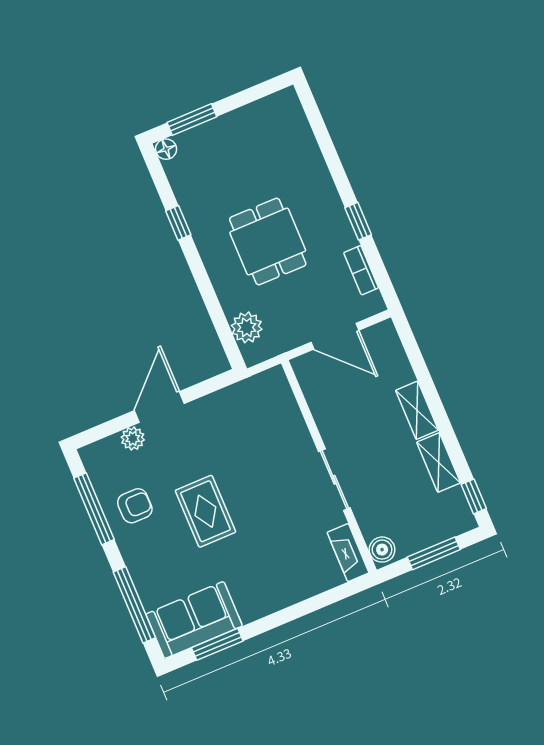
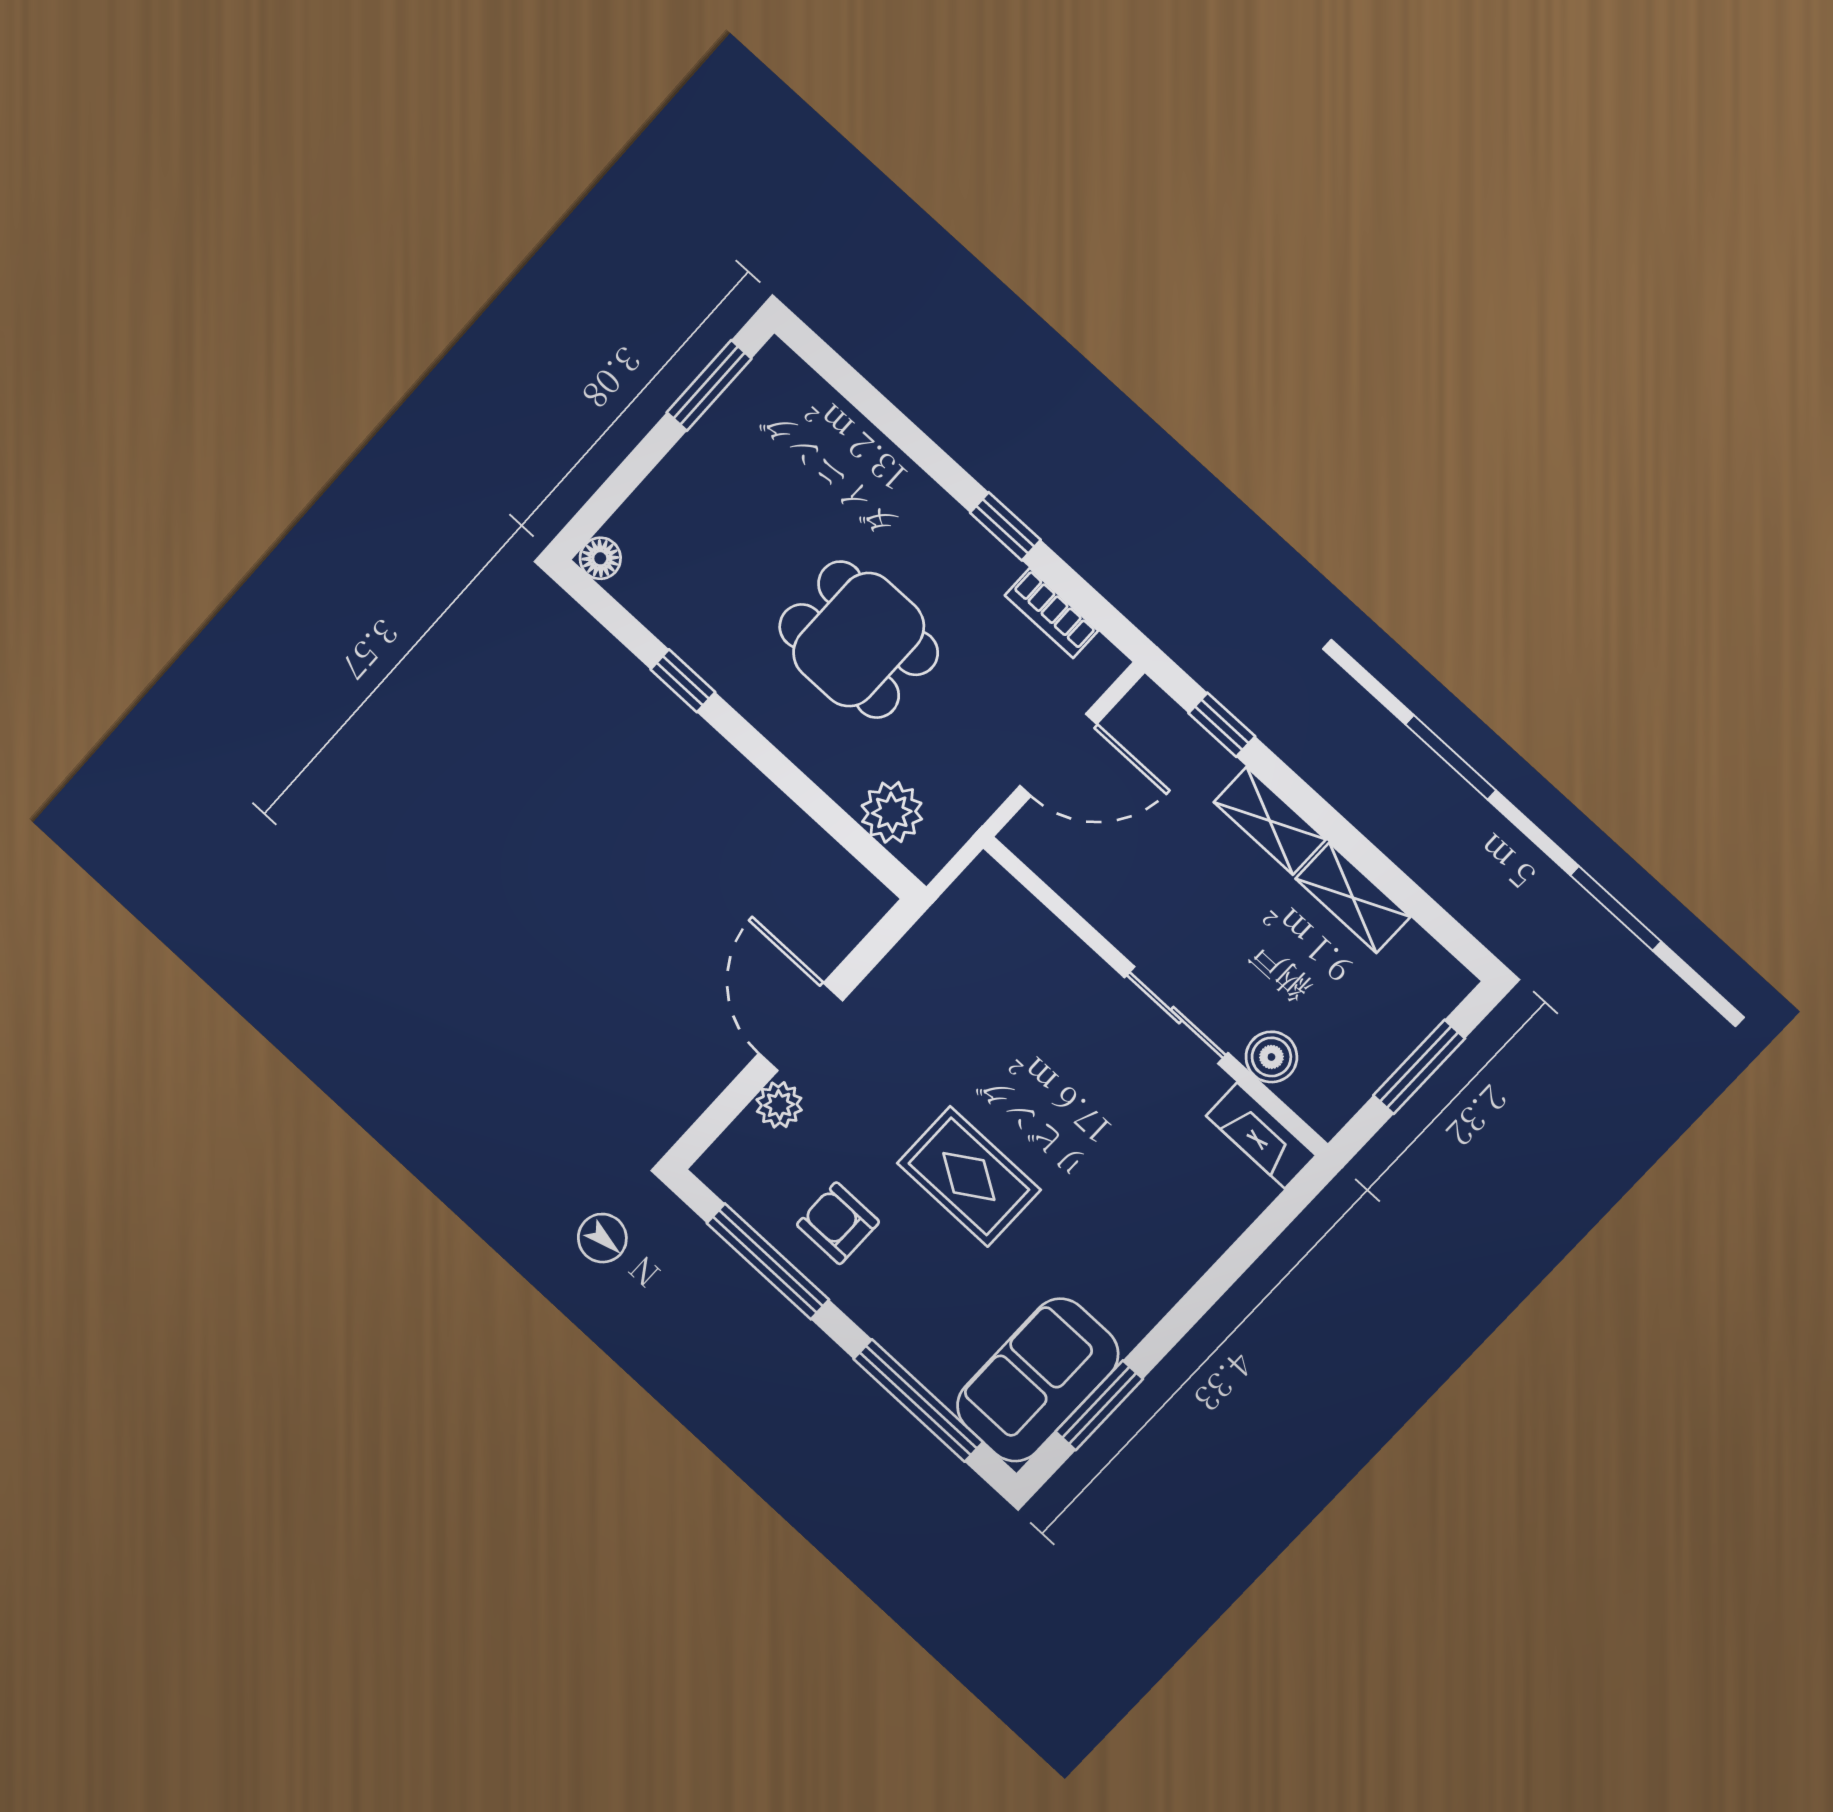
window: (192, 120) -> (709, 386), moved
window: (474, 496) -> (1222, 725), moved
armchair: (135, 506) -> (838, 1223), turned -90
boiler: (382, 550) -> (1271, 1057), moved

